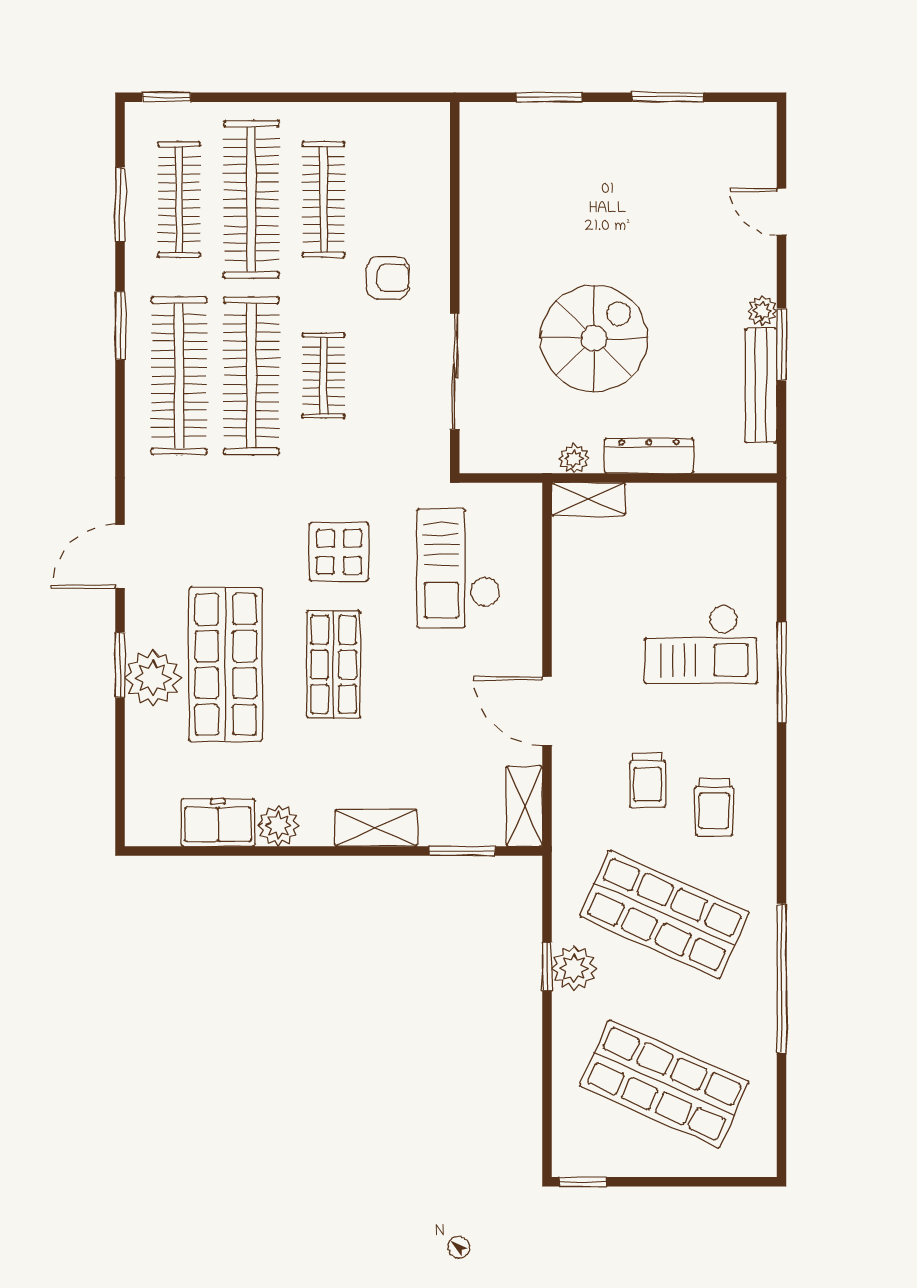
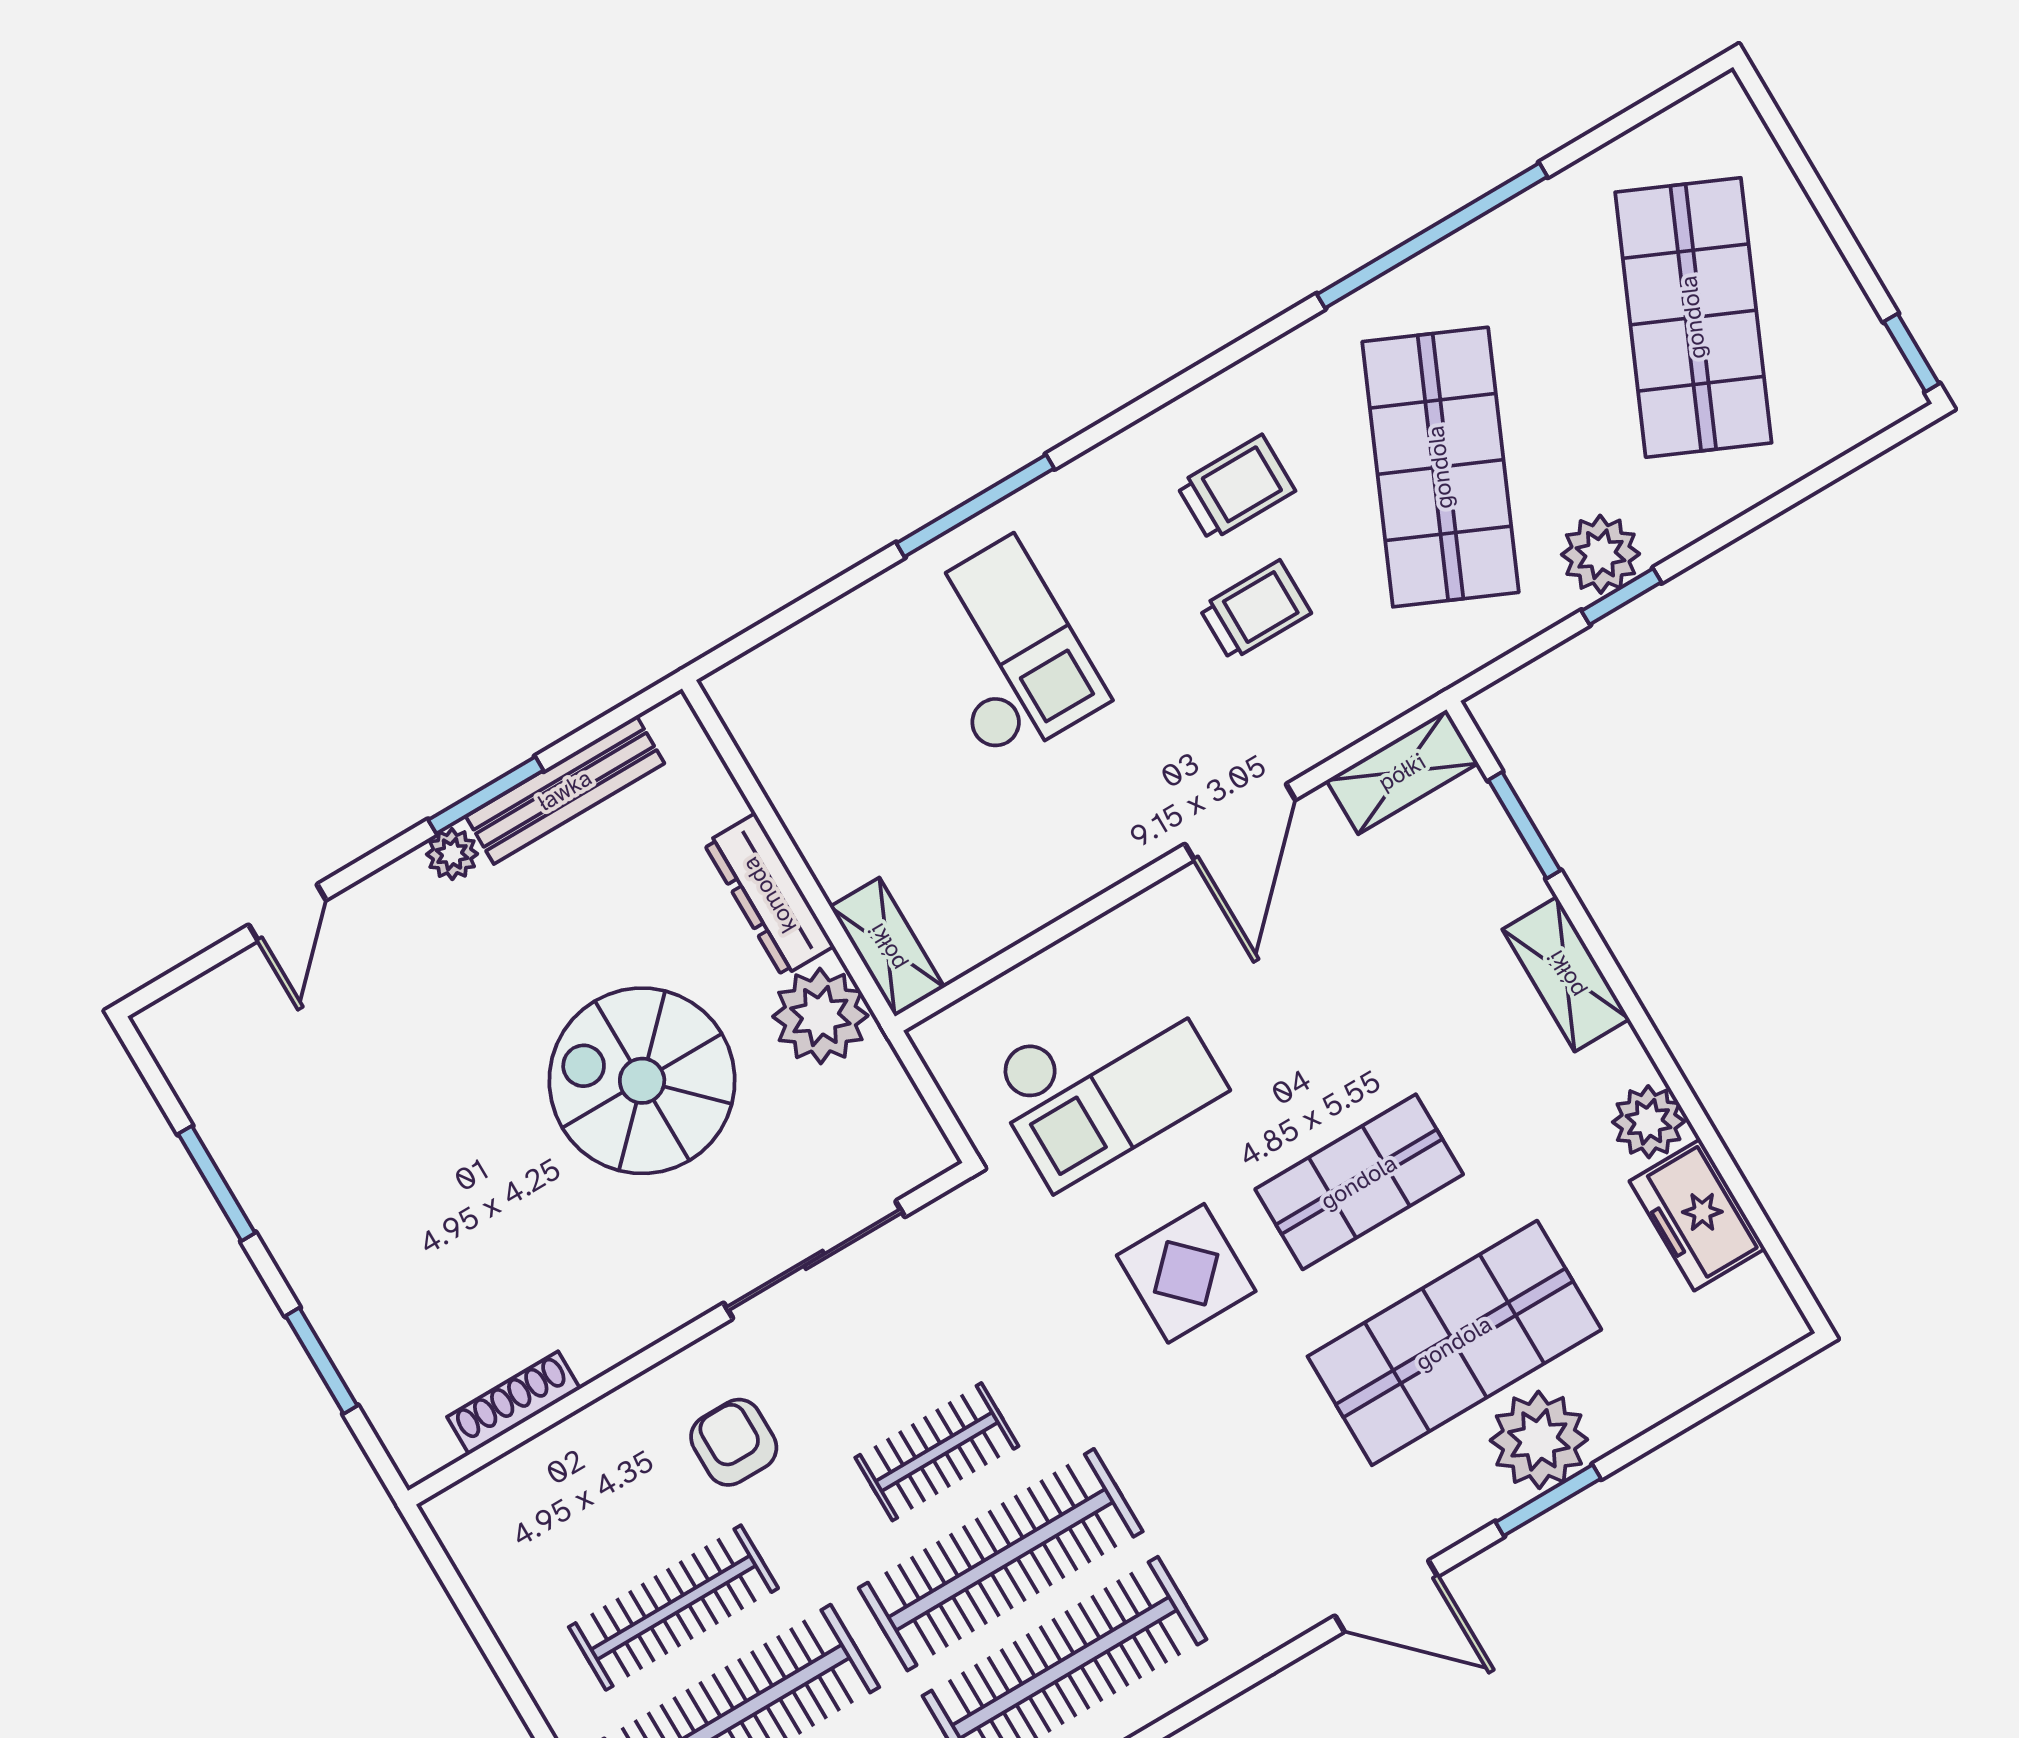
shoe rack: (472, 180) -> (514, 1403), added
plant: (574, 459) -> (820, 1016), width x1.87, depth x1.87

